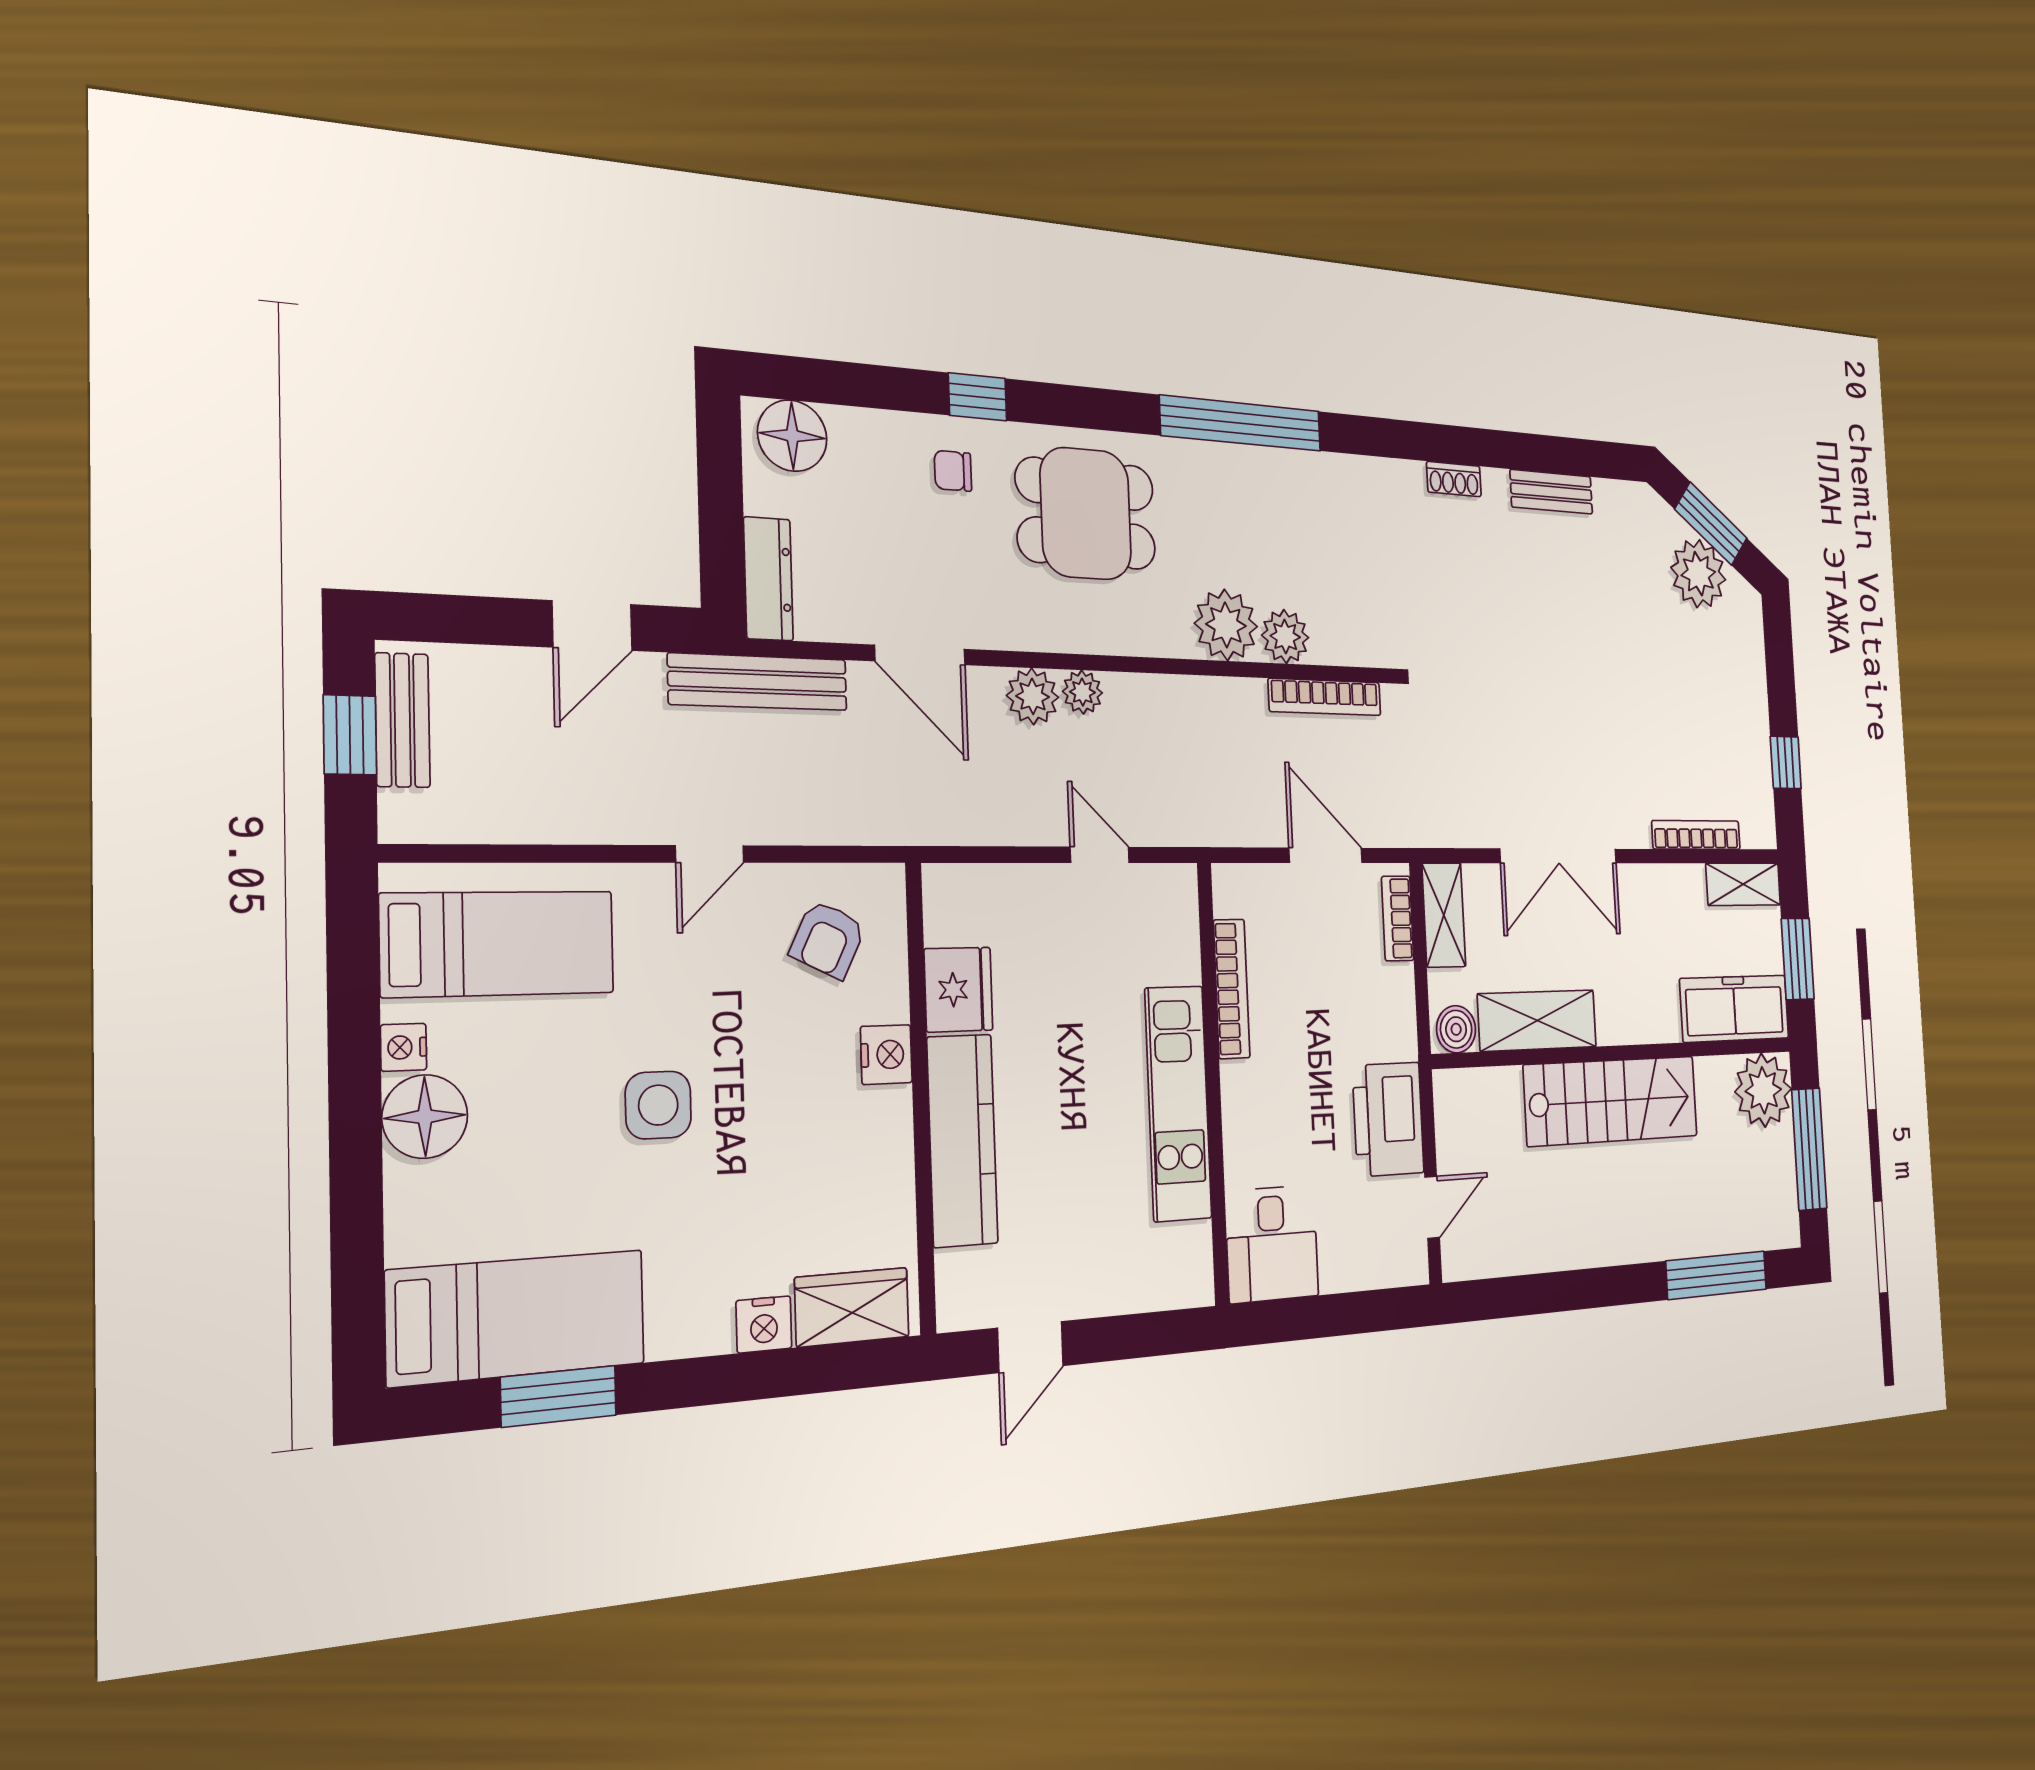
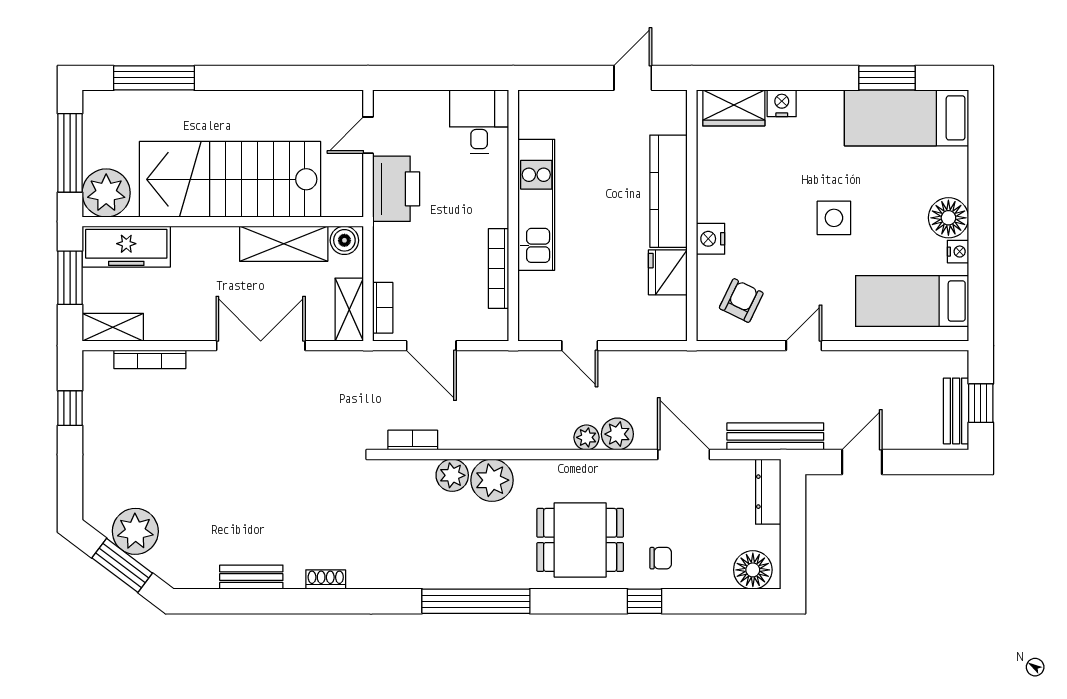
bookcase: (1325, 697) -> (413, 440), width x0.64
stairs: (1611, 1101) -> (230, 179), width x1.36, depth x1.51

